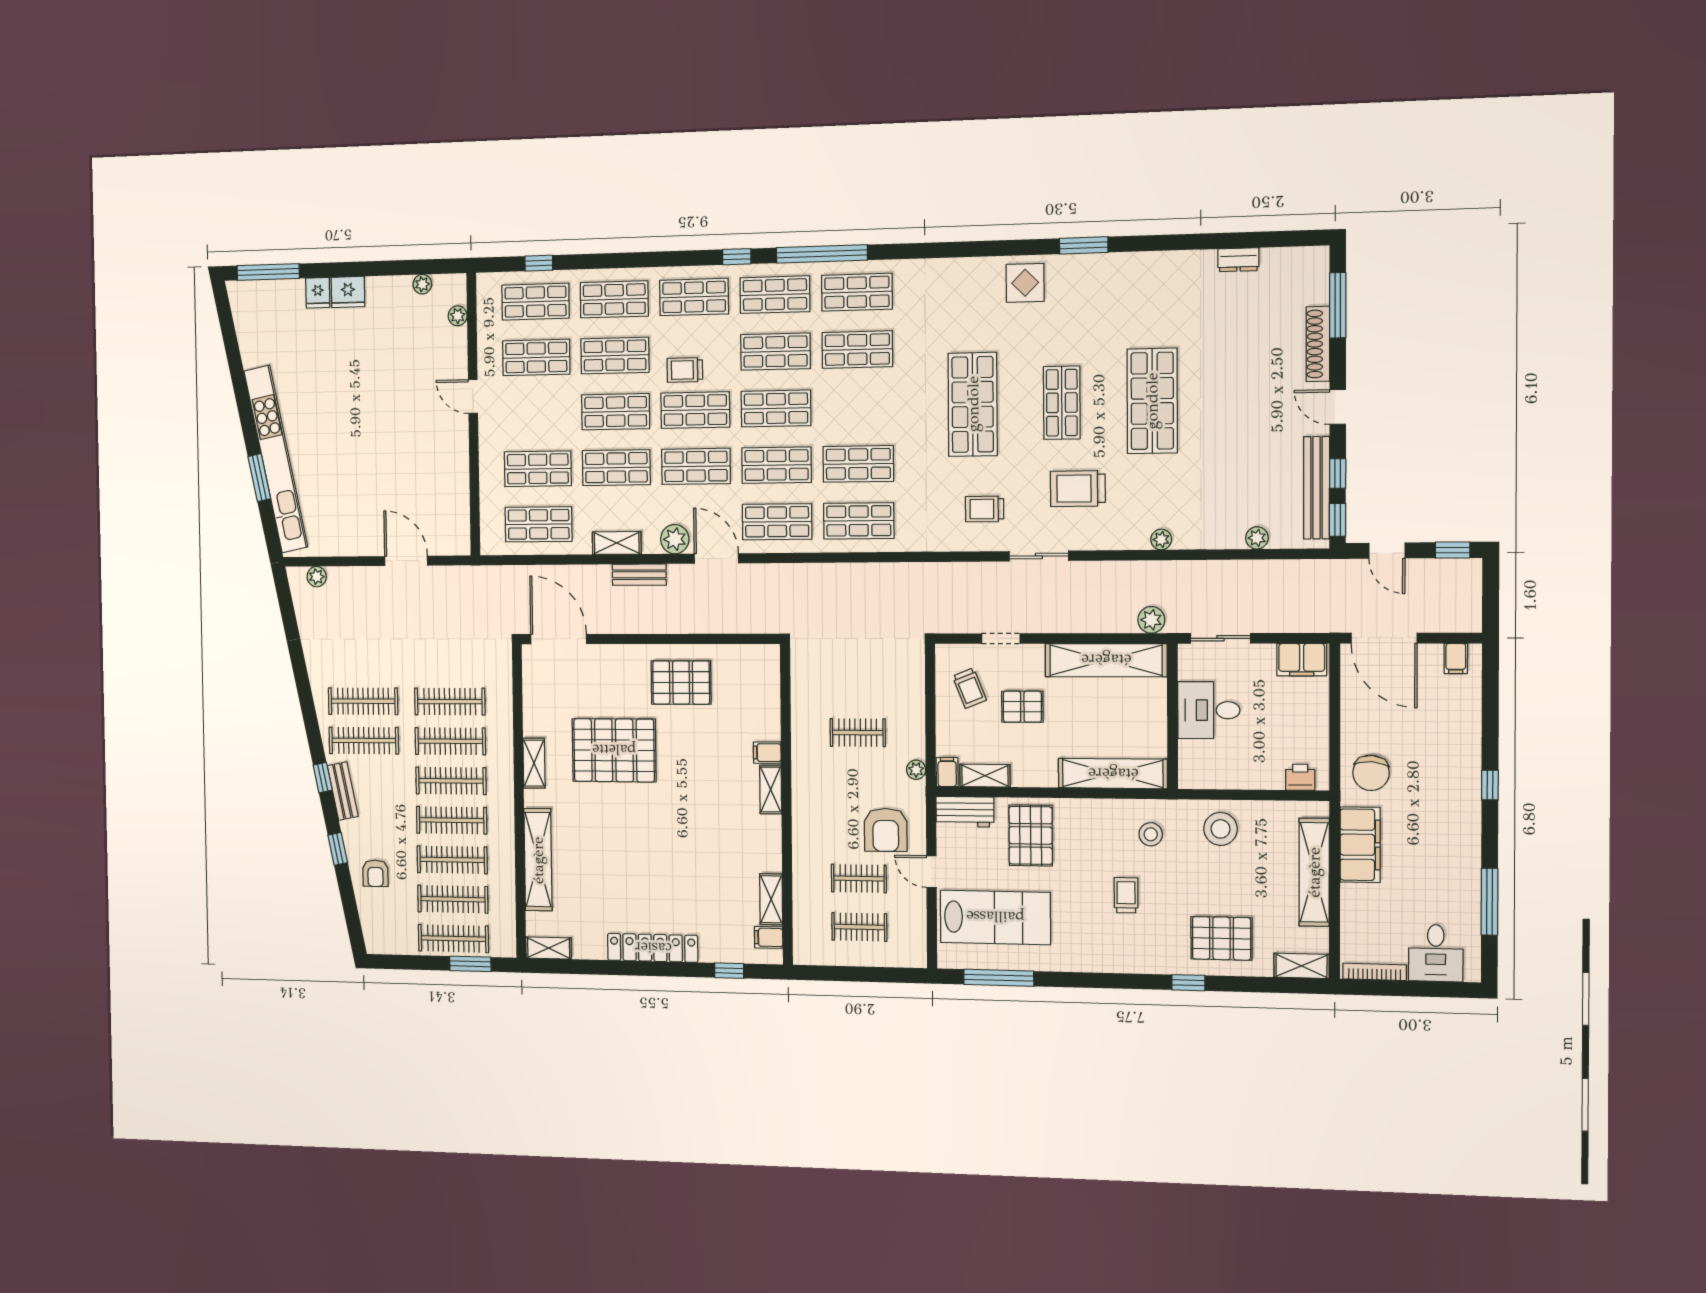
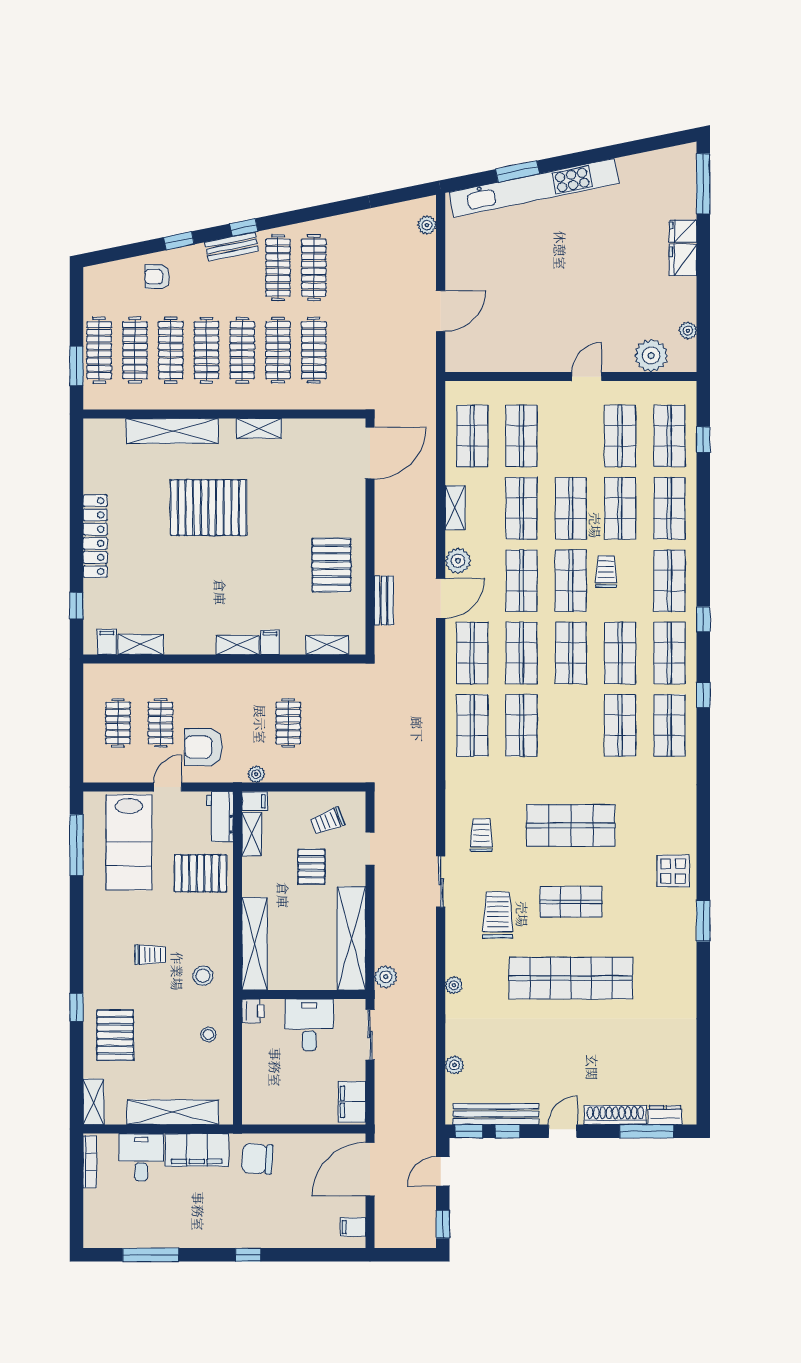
window: (822, 254) -> (703, 695), width x0.32
dresser: (1238, 260) -> (665, 1115), moved, turned 90
plant: (458, 316) -> (651, 356), width x1.88, depth x1.88
shop shelf: (1152, 401) -> (571, 978), width x1.40
bench: (639, 575) -> (384, 600), moved
pallet: (614, 750) -> (208, 508), moved, turned 90
printer: (1300, 777) -> (253, 1011), moved
stool: (1221, 829) -> (208, 1034), width x0.53, depth x0.53
shelving: (548, 948) -> (327, 645), moved, turned 90
desk: (1436, 953) -> (141, 1157), moved, turned 90

